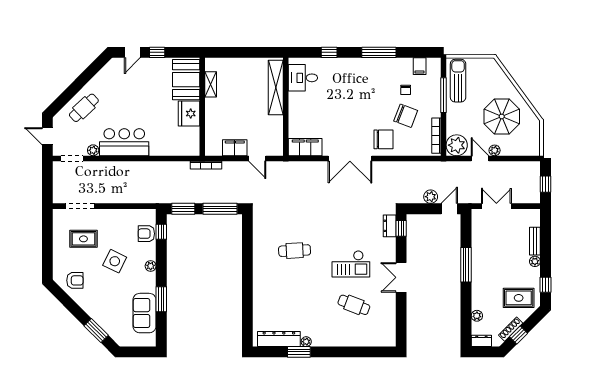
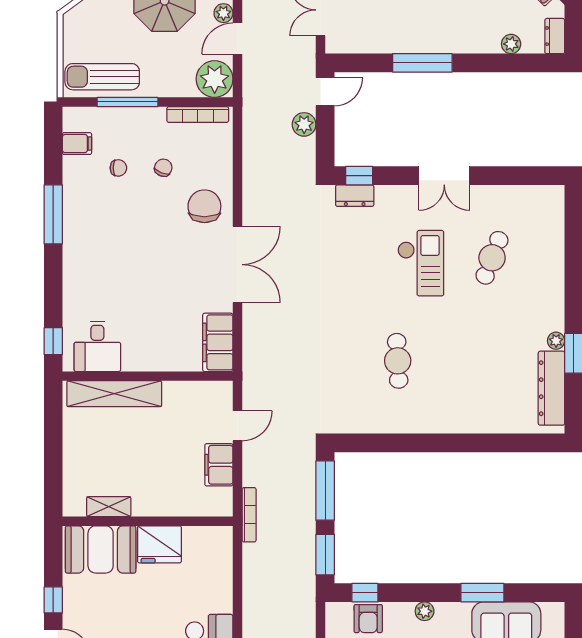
window: (329, 52) -> (53, 341), moved
chair: (406, 116) -> (163, 168), width x0.54, depth x0.54
door: (449, 209) -> (325, 92), swing flipped

